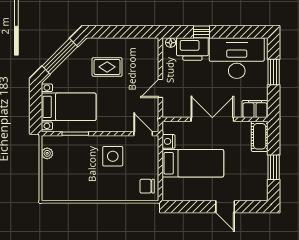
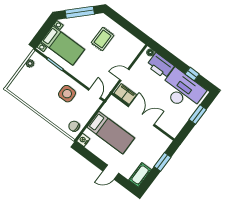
window: (202, 32) -> (192, 74), moved
rug: (107, 67) -> (103, 39), turned 90
filing cabinet: (255, 109) -> (125, 94), moved
cot: (260, 136) -> (140, 175), moved
nightstand: (169, 141) -> (83, 140), moved
window: (274, 167) -> (162, 162), moved
door: (225, 207) -> (111, 172), hinge flipped

